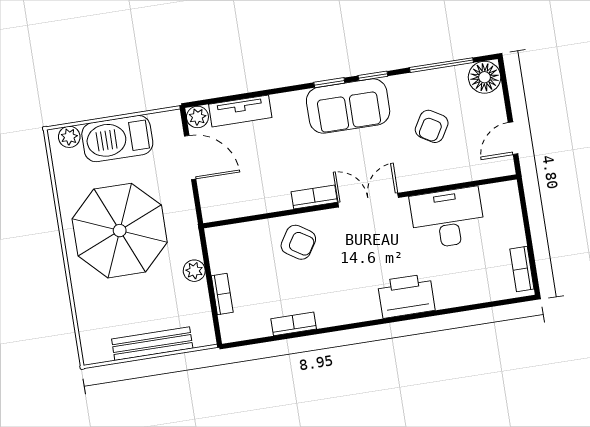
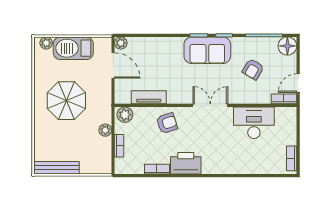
tv unit: (240, 111) -> (149, 97), moved, turned 180
bookcase: (314, 197) -> (284, 99), moved
parasol: (120, 231) -> (66, 101), width x0.73, depth x0.73
plant: (224, 239) -> (125, 115), added
armchair: (298, 242) -> (167, 123), turned -51
printer: (406, 296) -> (186, 163), moved
bench: (152, 344) -> (57, 168), moved

